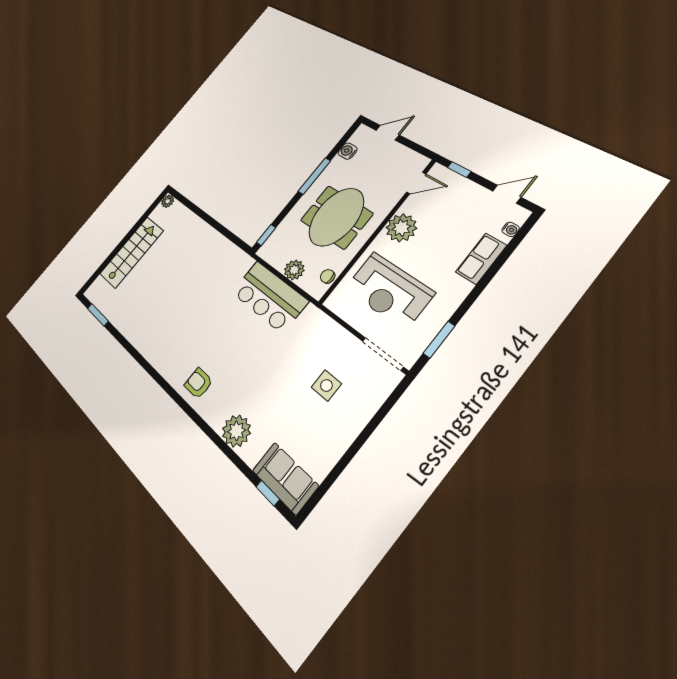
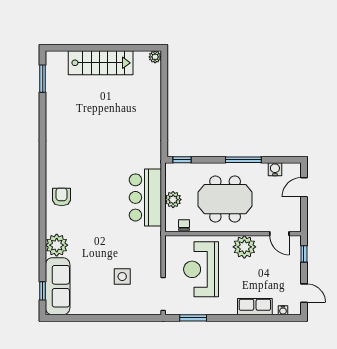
door: (388, 133) -> (304, 187), swing flipped
sofa: (285, 478) -> (58, 286), width x1.36

